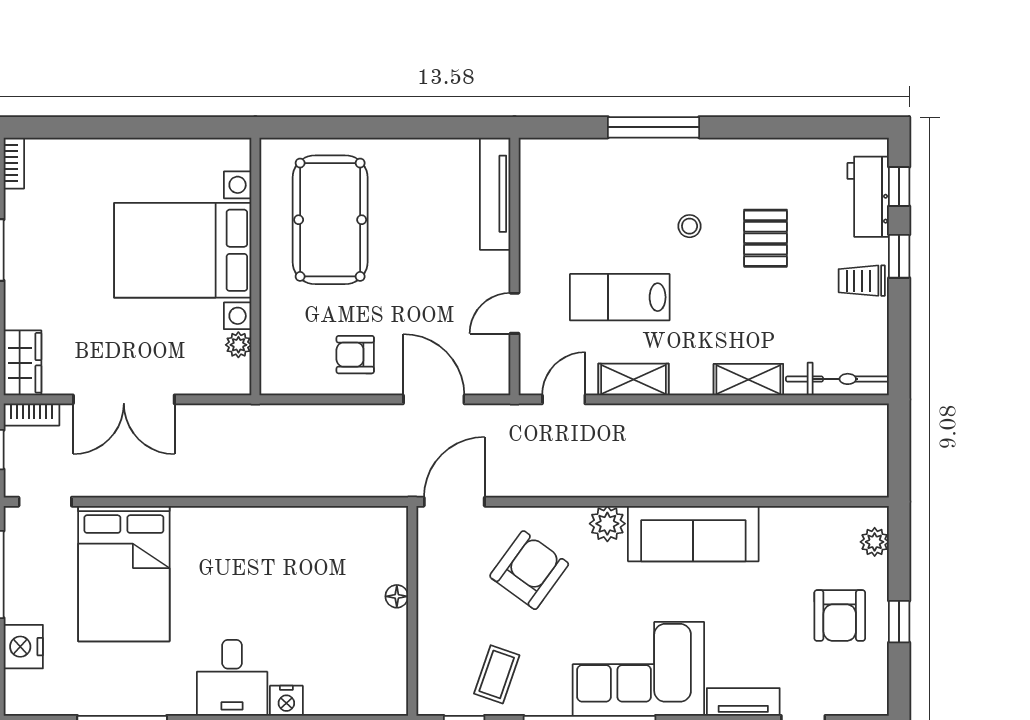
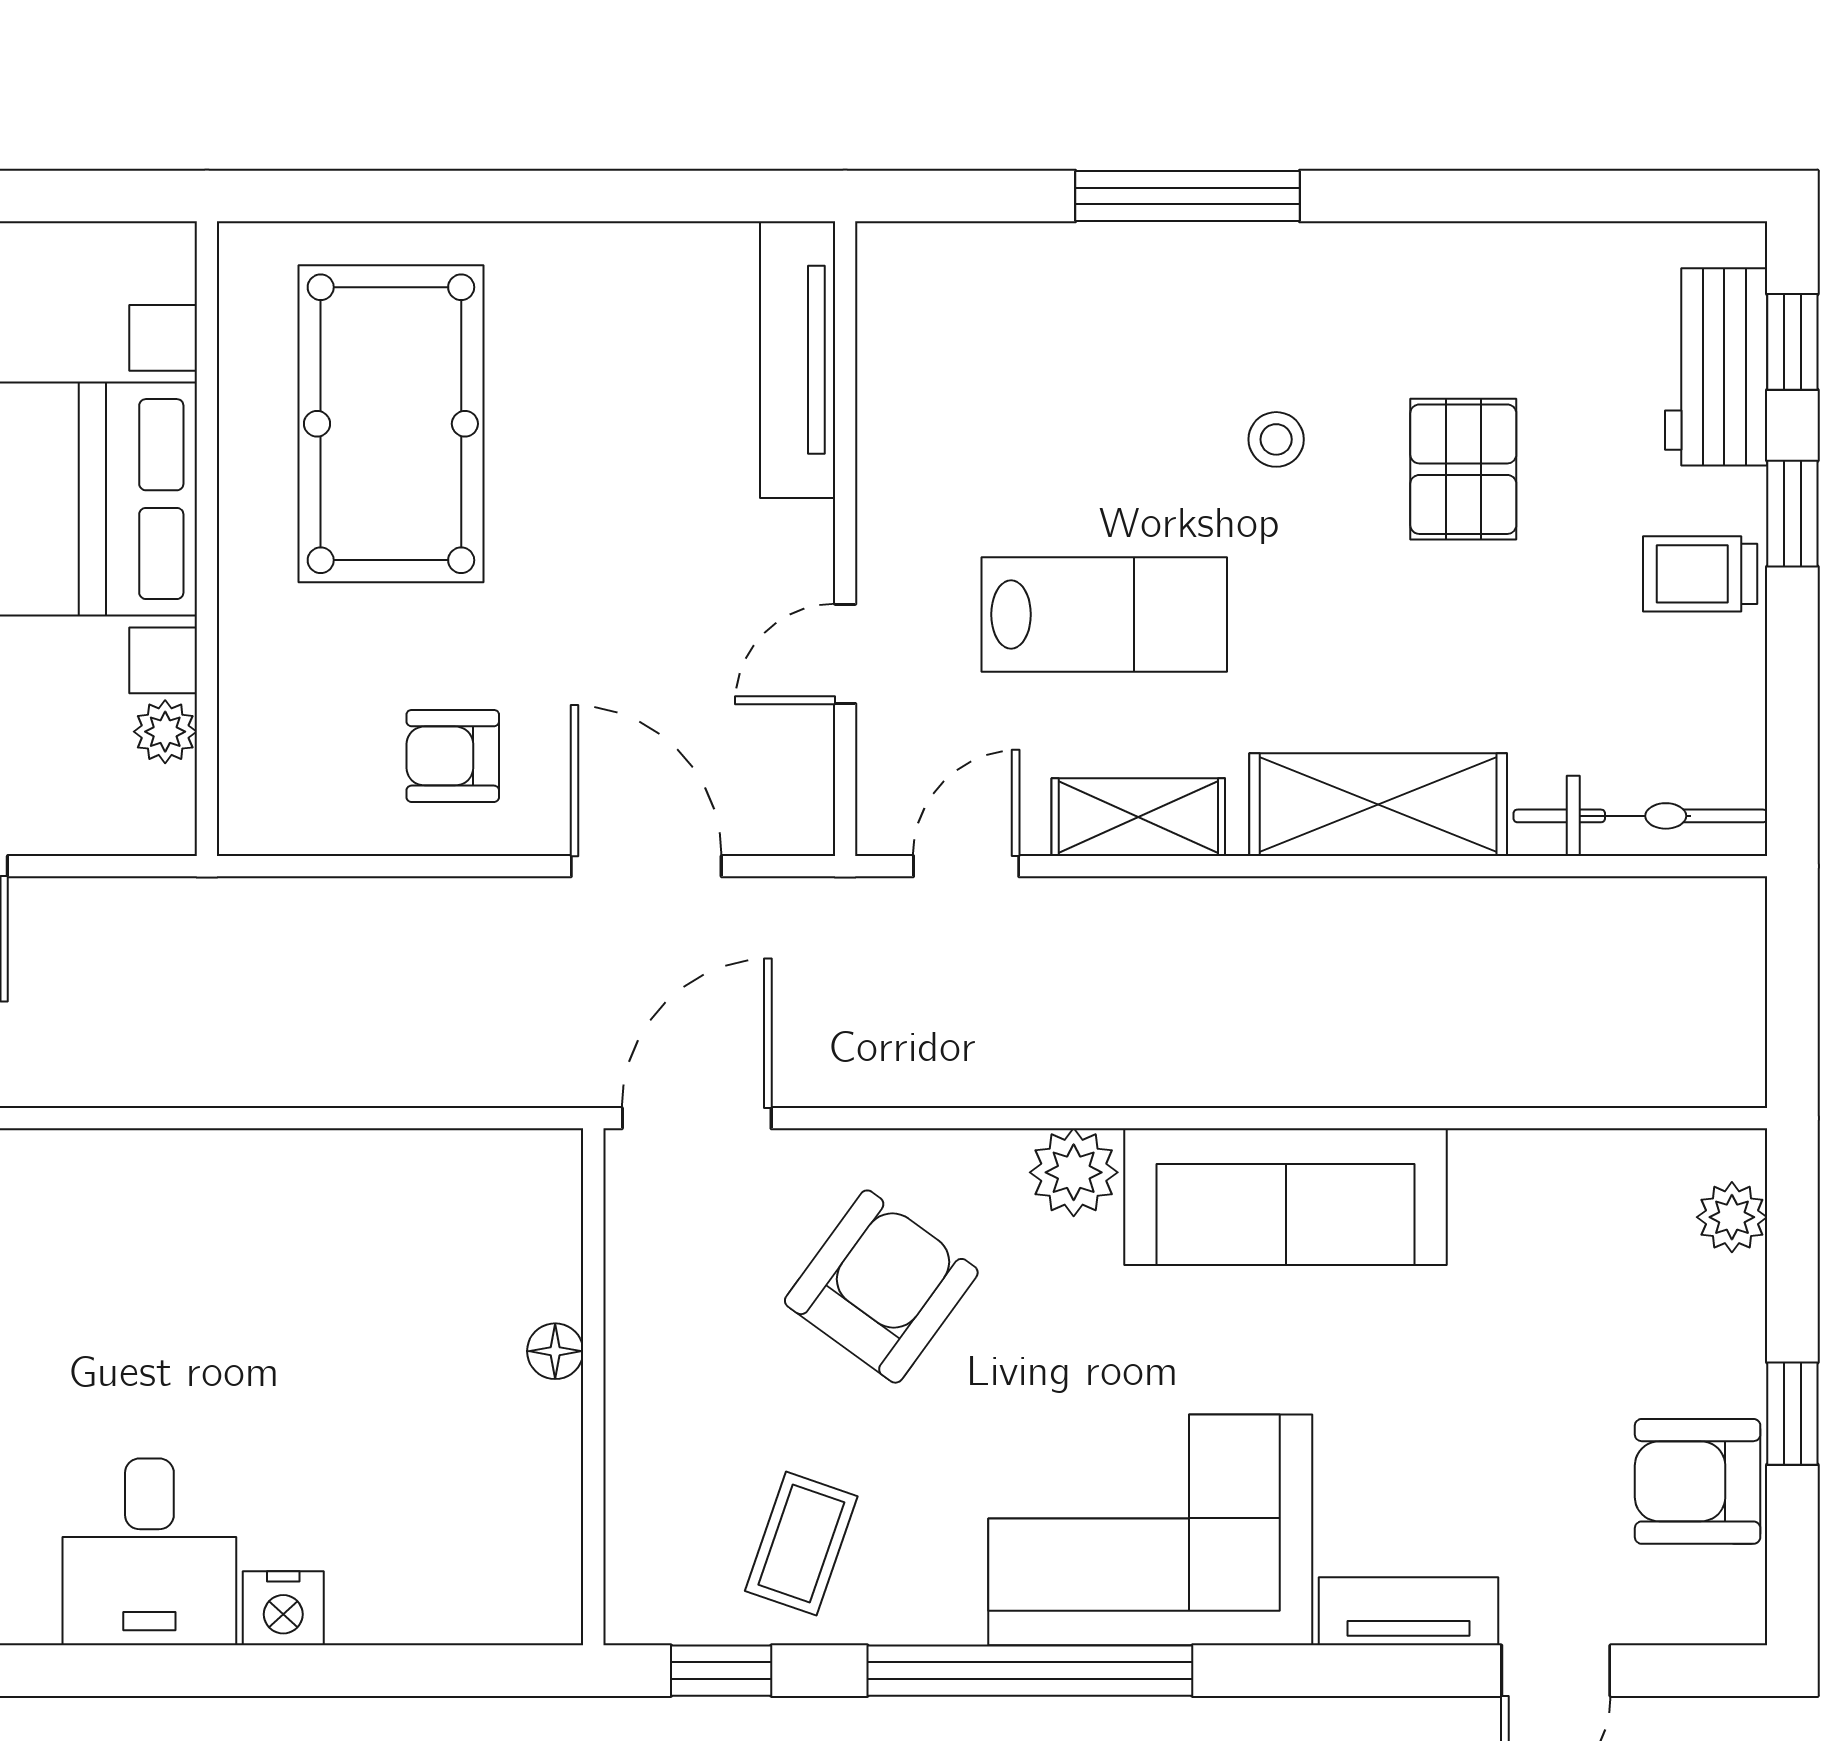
lab bench: (620, 297) -> (1104, 614), turned 180
shelving: (748, 380) -> (1378, 805), width x1.50, depth x1.33
armchair: (840, 616) -> (1698, 1481), moved, turned 90

